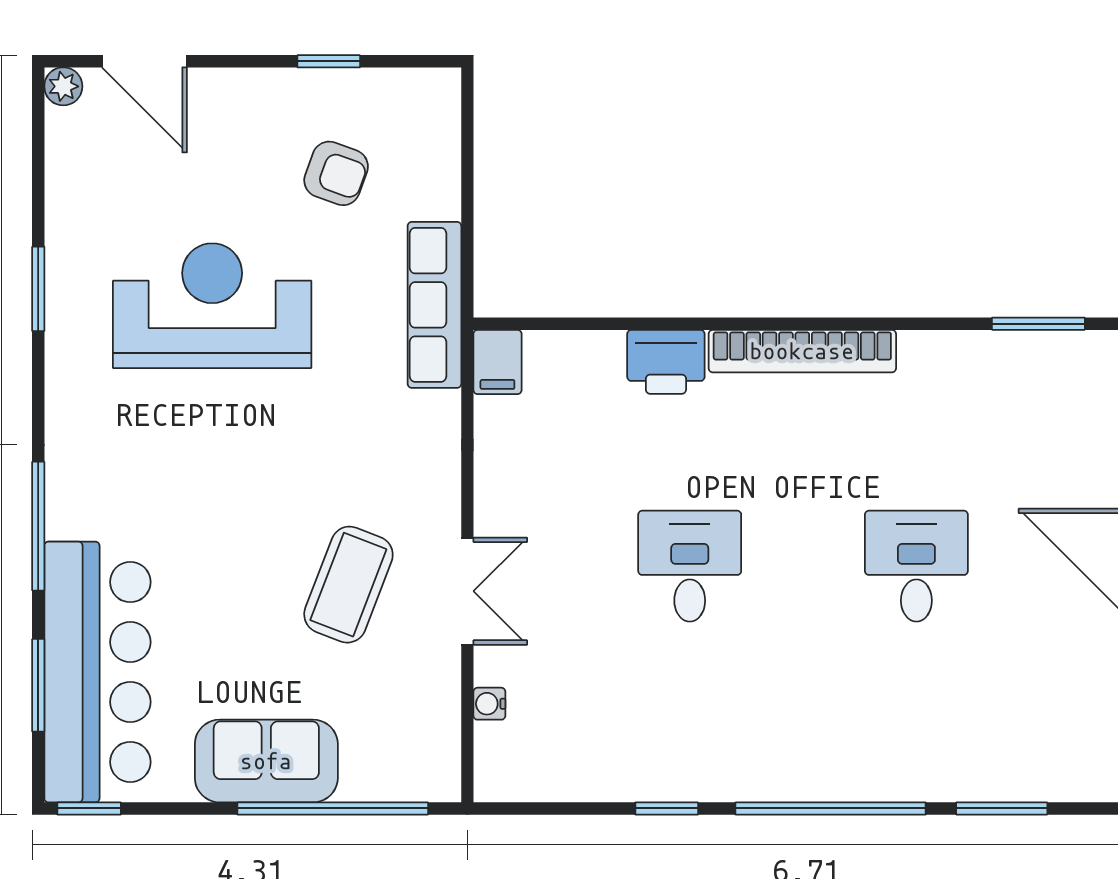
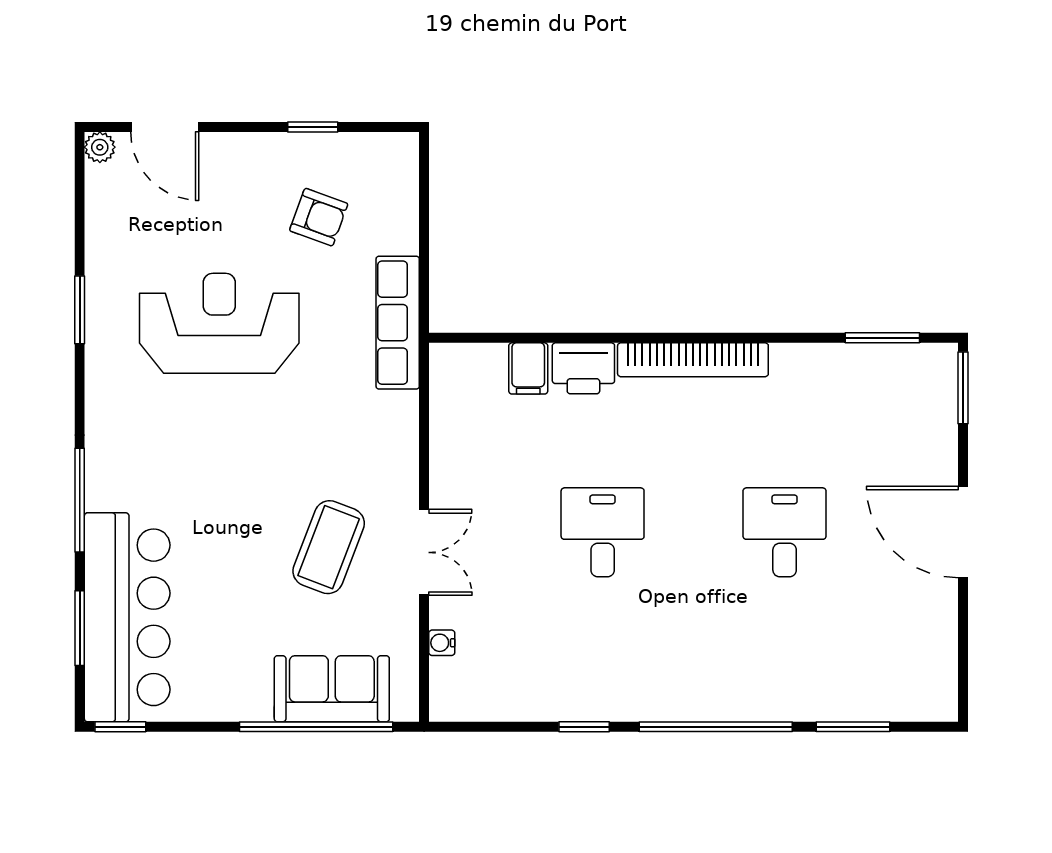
filing cabinet: (497, 362) -> (528, 368), moved
sofa: (266, 761) -> (332, 689), moved

